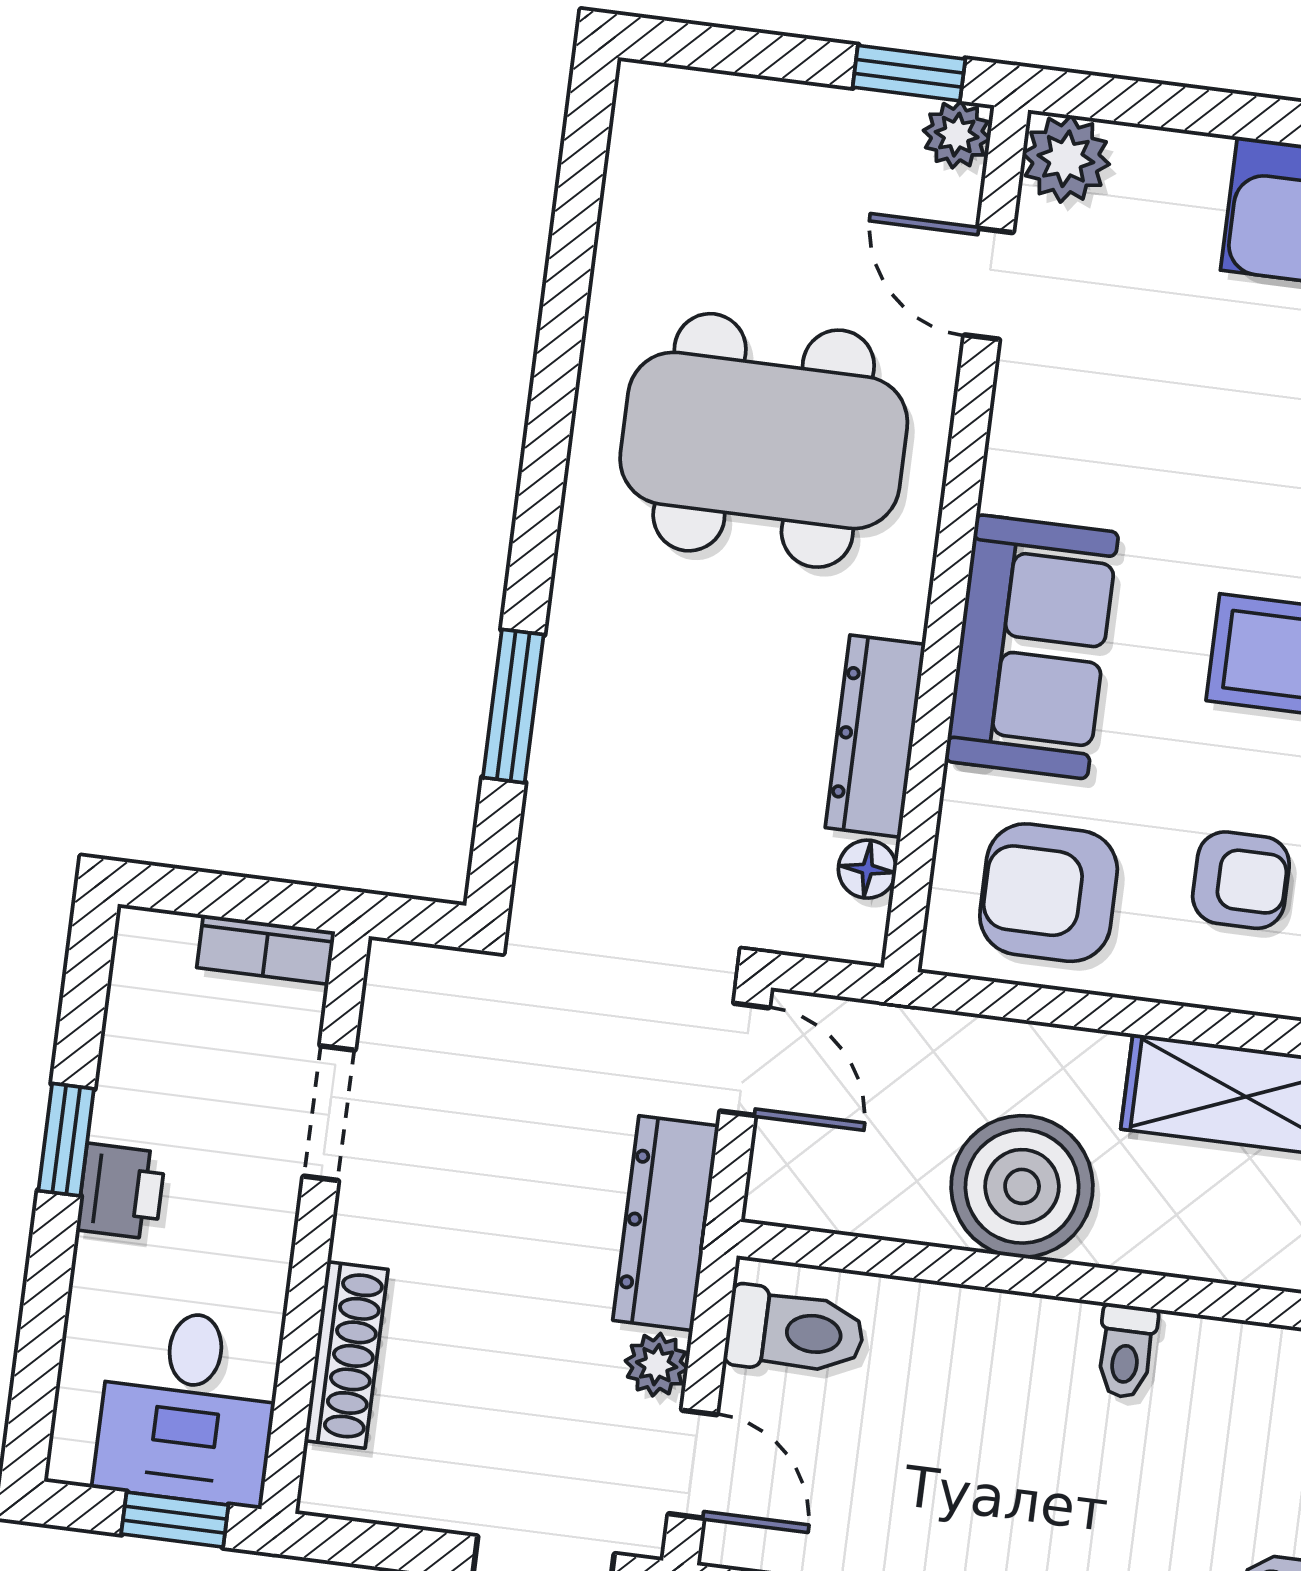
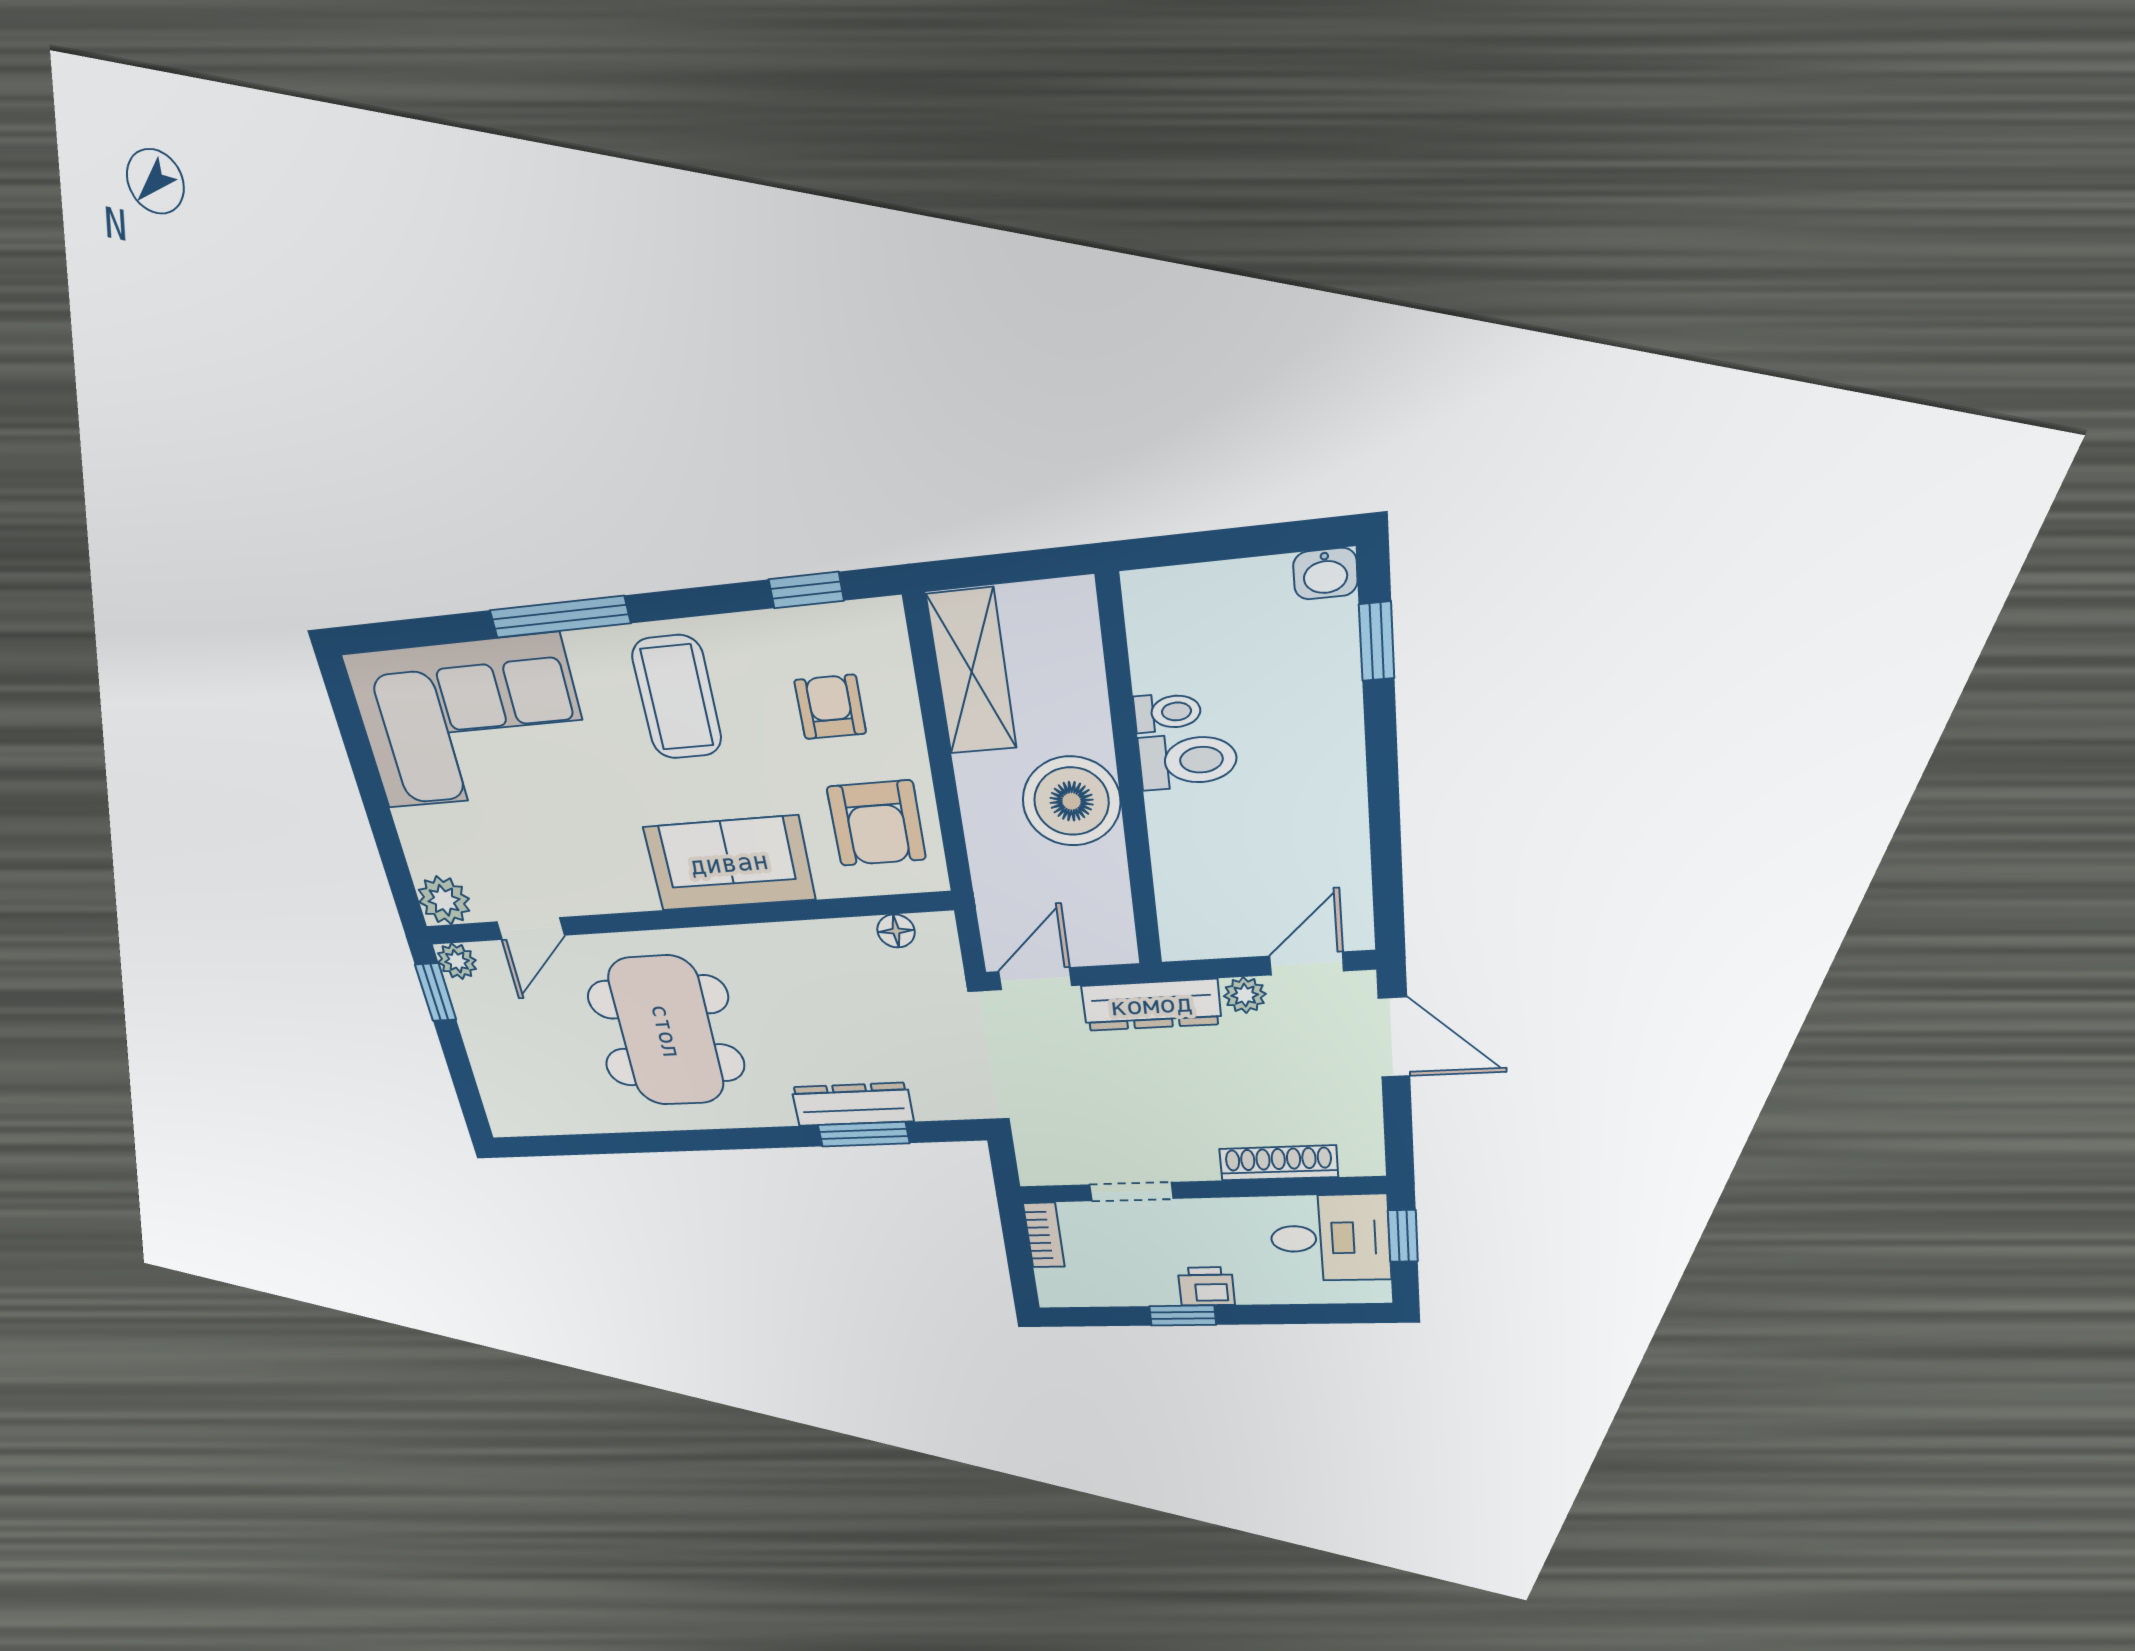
dresser: (875, 736) -> (852, 1104), moved, turned 180
toilet: (795, 1332) -> (1188, 761), moved, turned 90

